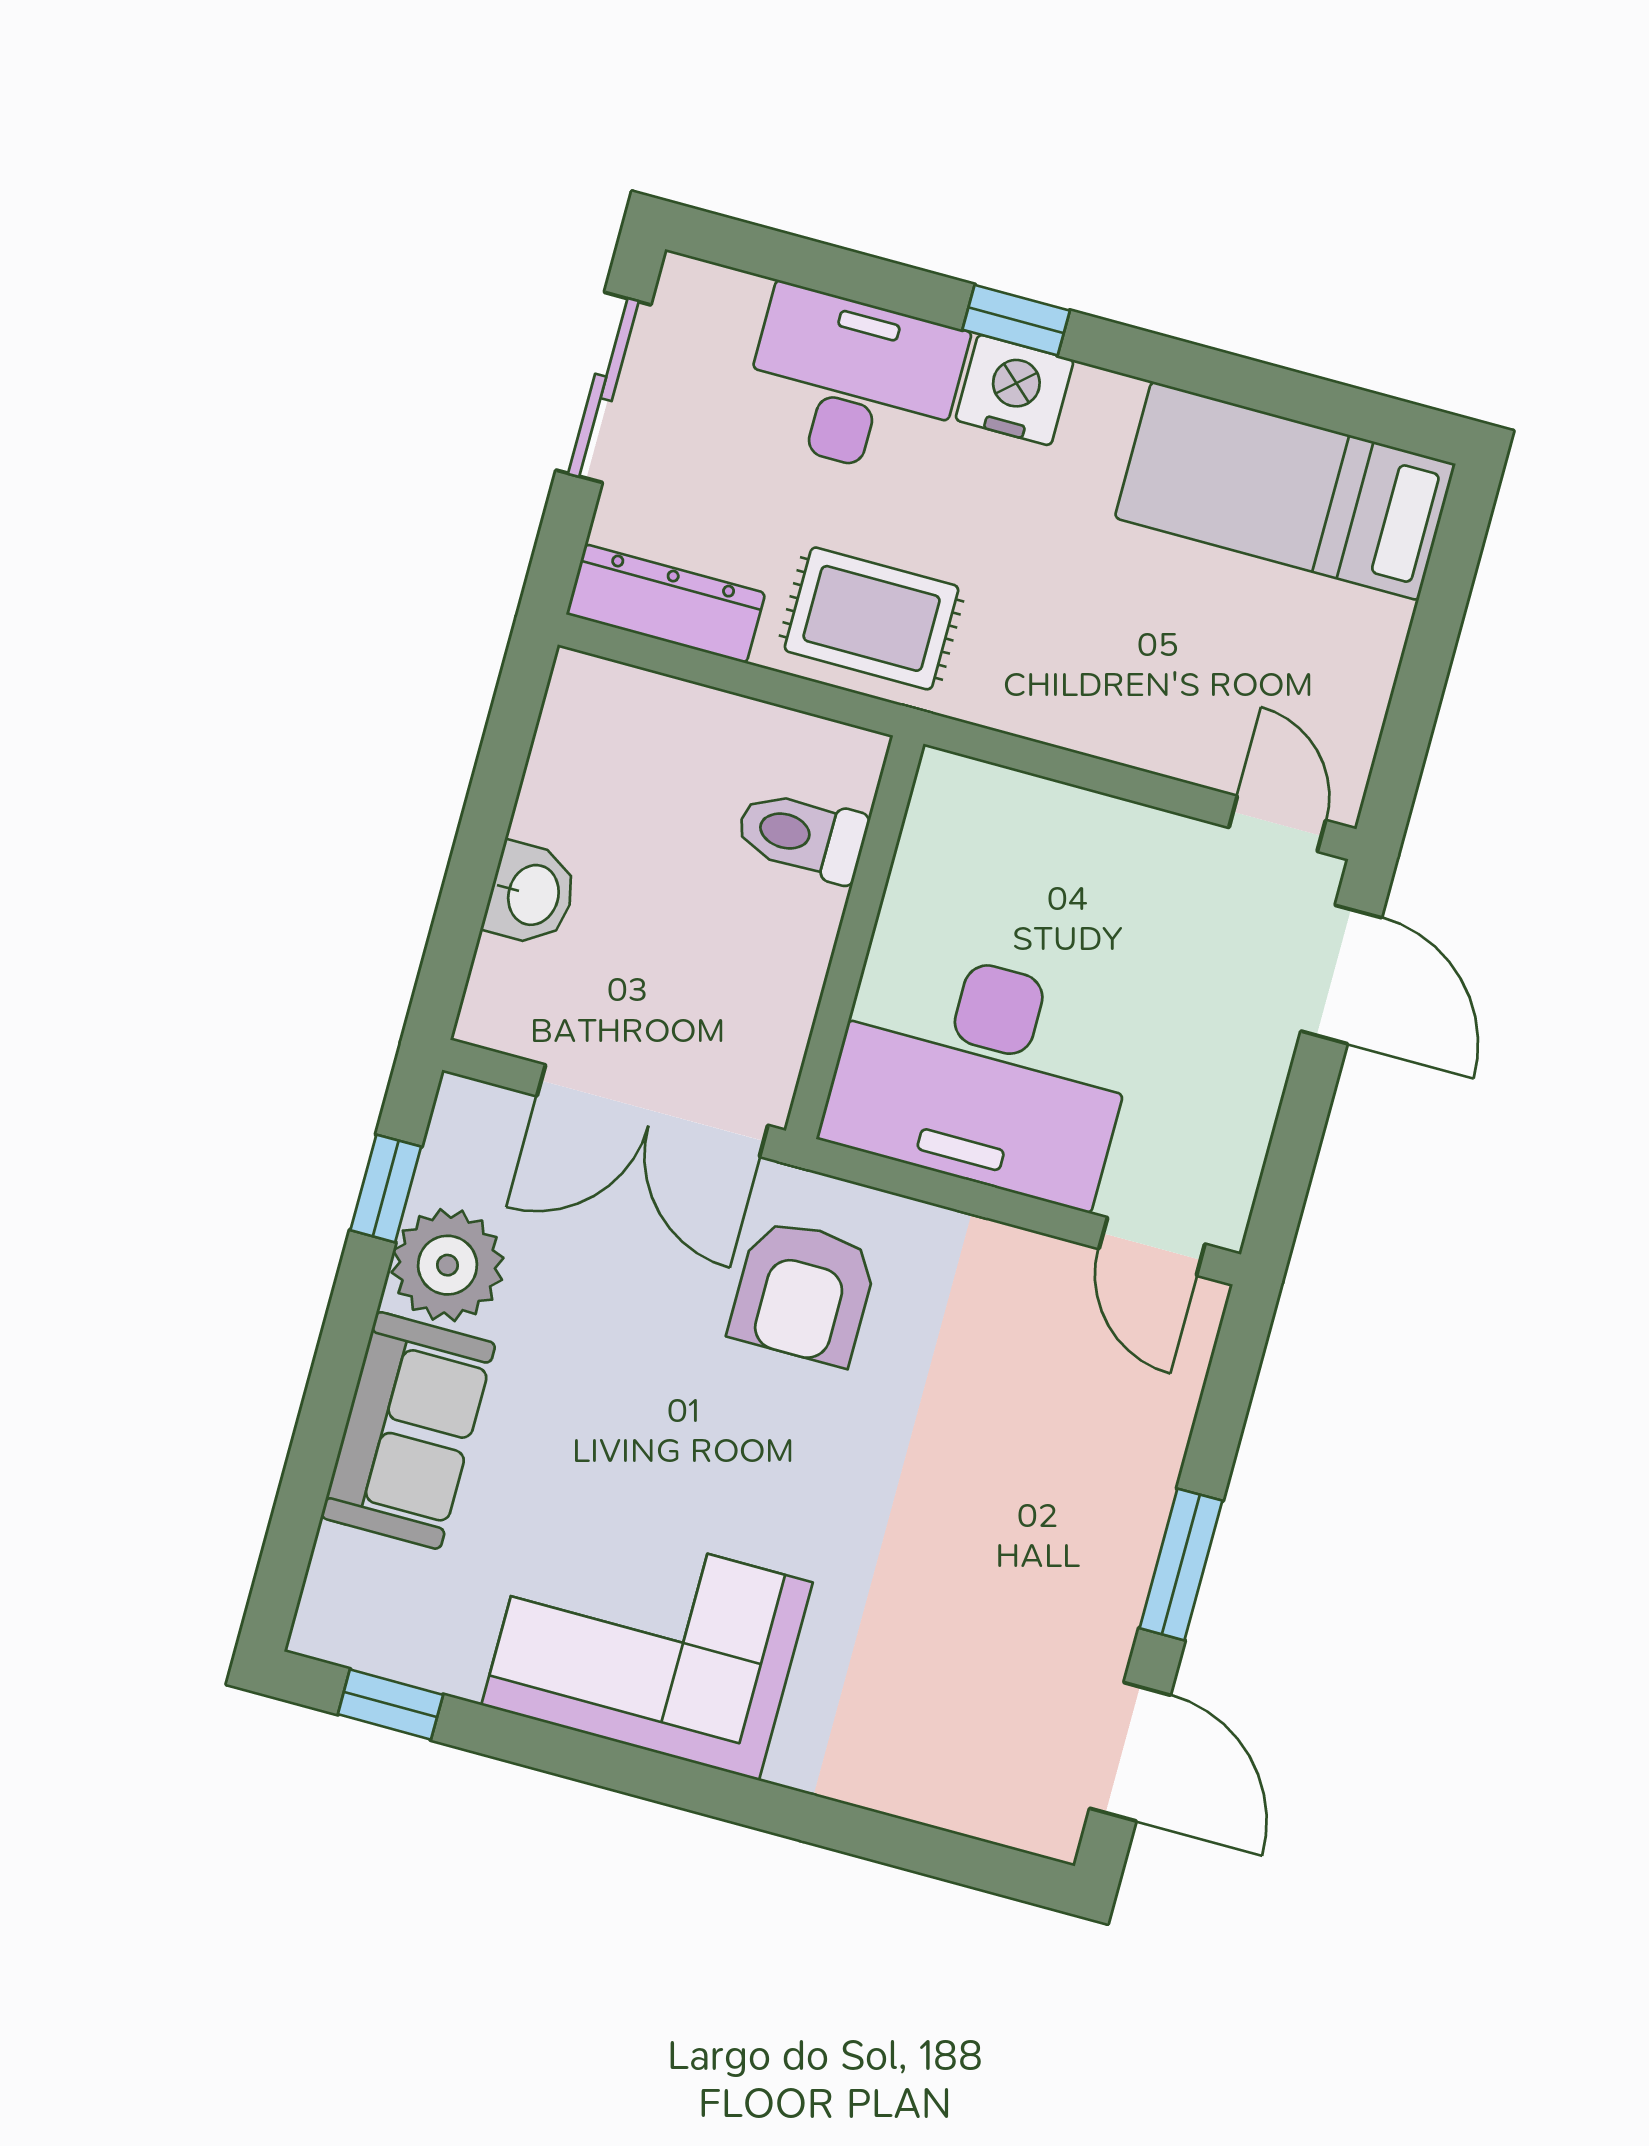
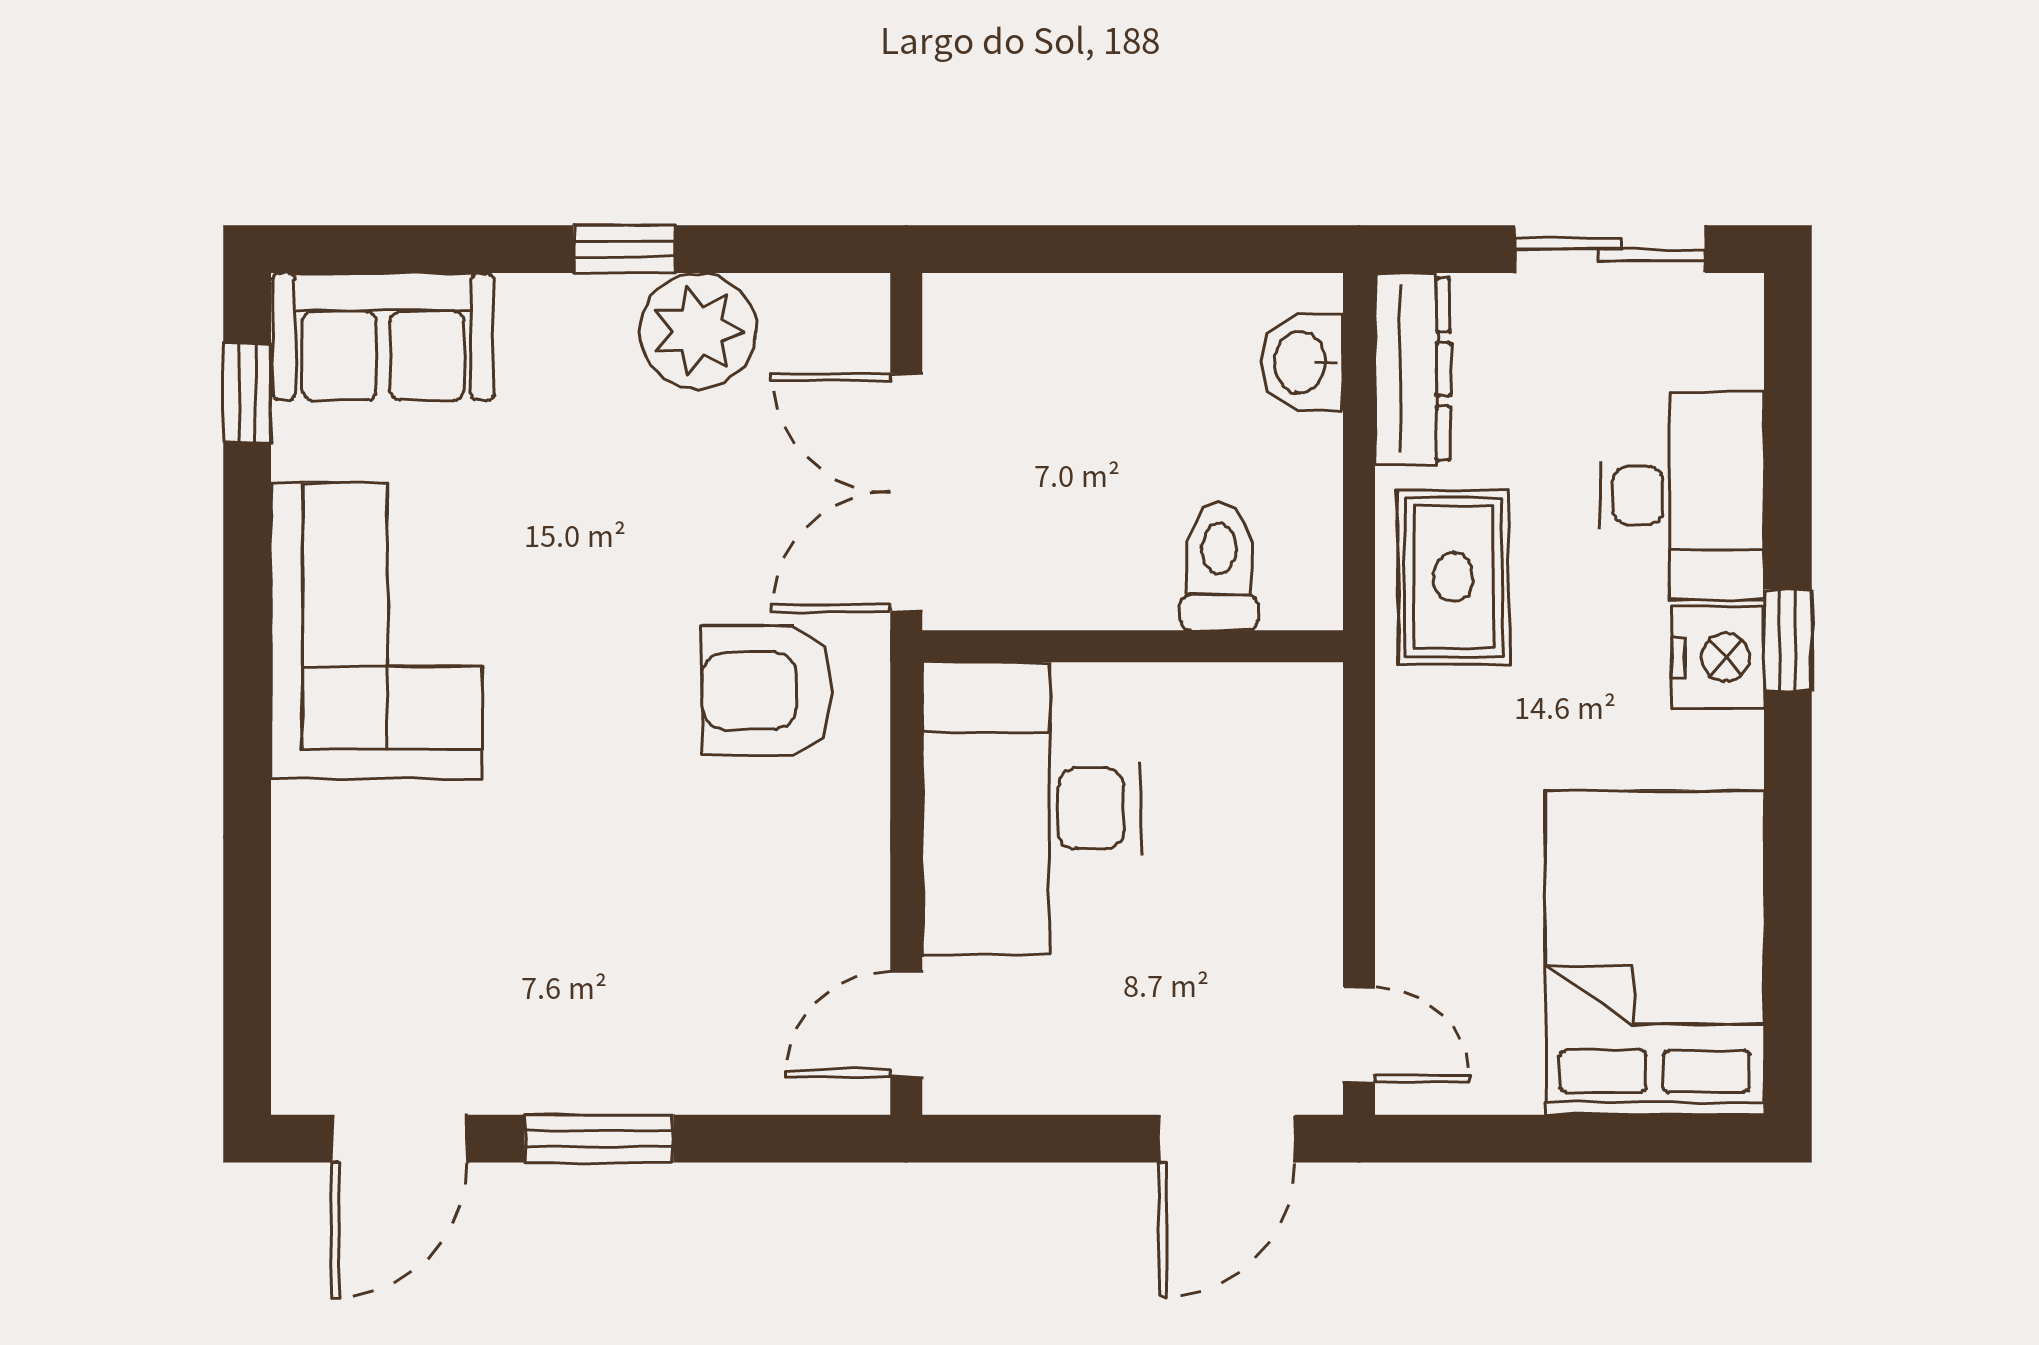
bed: (1285, 491) -> (1655, 953), width x1.50
door: (1277, 824) -> (1359, 1035), hinge flipped
washbasin: (531, 894) -> (1302, 362), moved, turned 90
window: (386, 1188) -> (625, 249), moved
sofa: (408, 1430) -> (383, 337), moved

